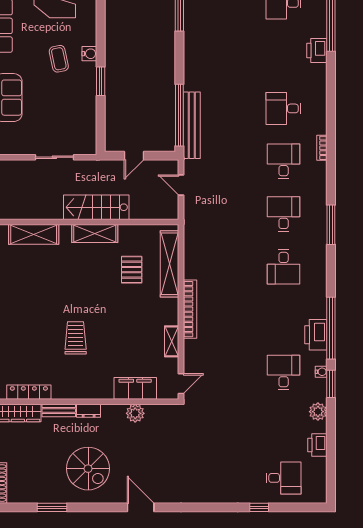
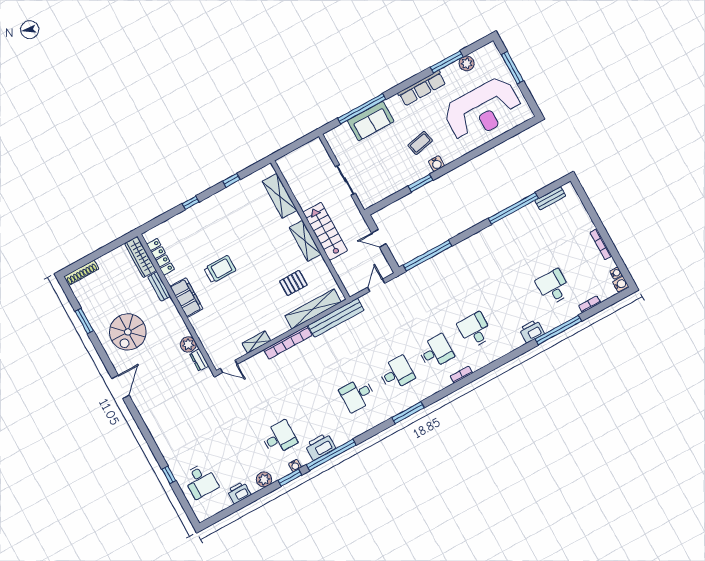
bench: (192, 125) -> (336, 318), moved
filing cabinet: (135, 388) -> (186, 298), moved
dresser: (89, 411) -> (199, 360), moved

